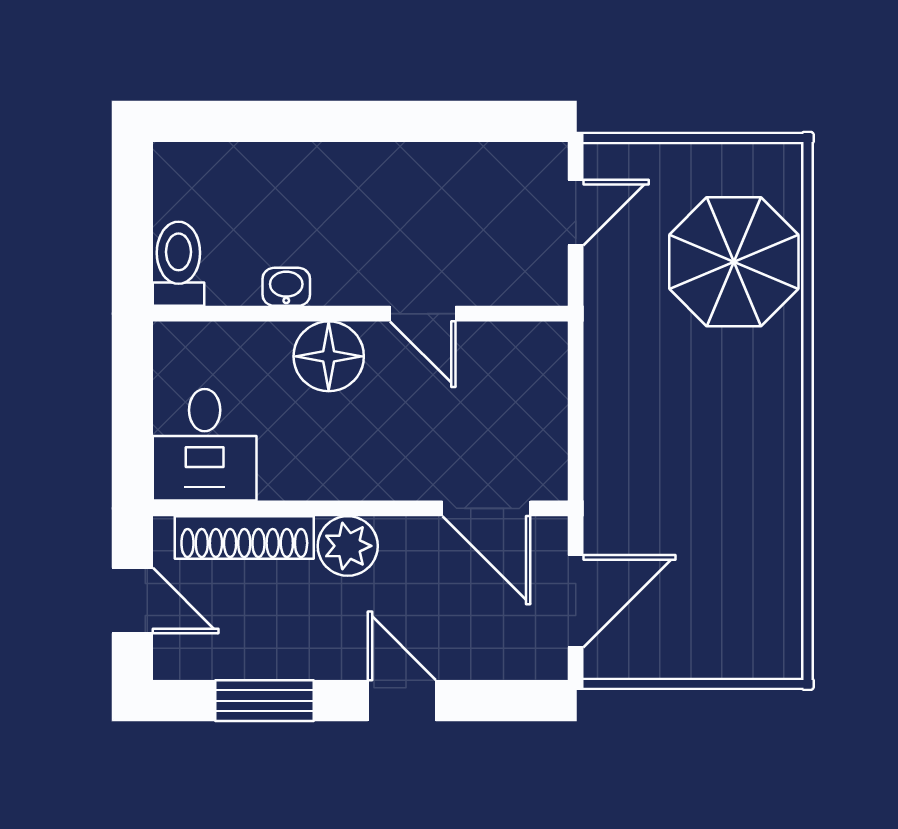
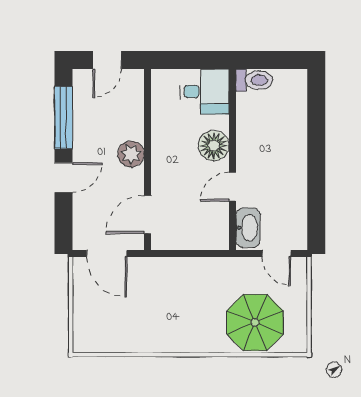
washbasin: (286, 287) -> (248, 228), moved, width x1.91, depth x1.45
desk: (205, 445) -> (205, 92), moved, turned 180
shoe rack: (244, 537) -> (135, 109), removed
window: (264, 701) -> (64, 118), width x1.44

